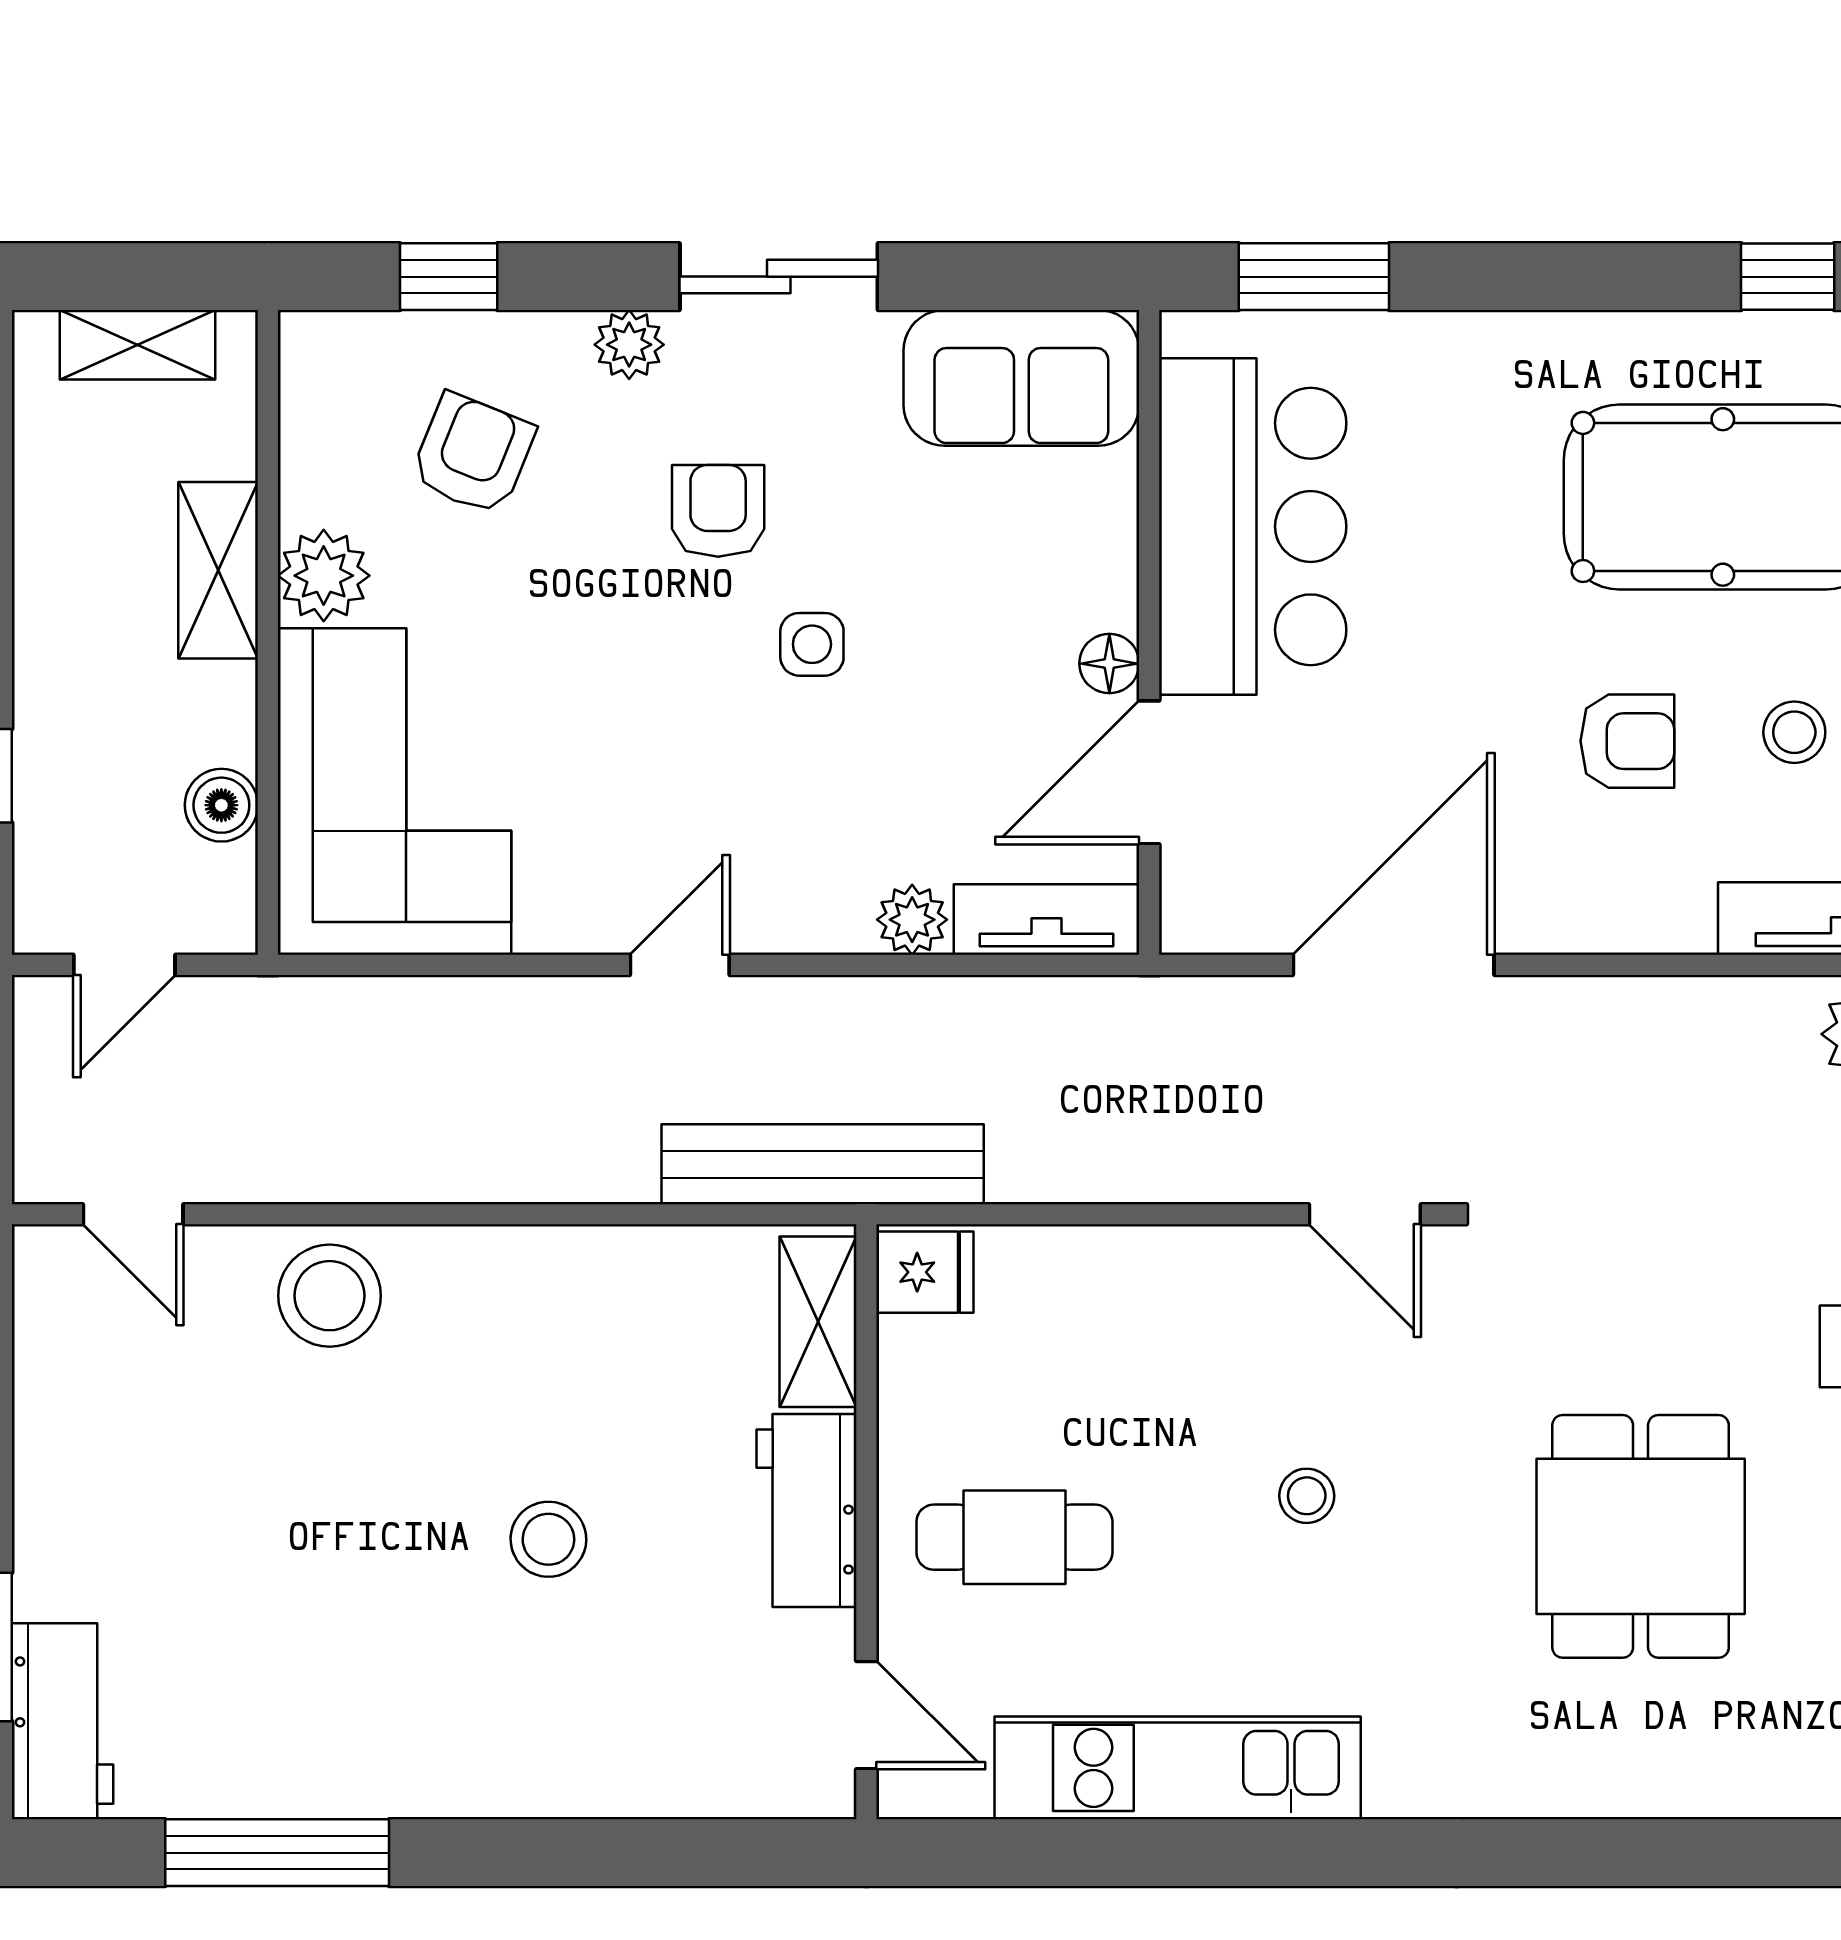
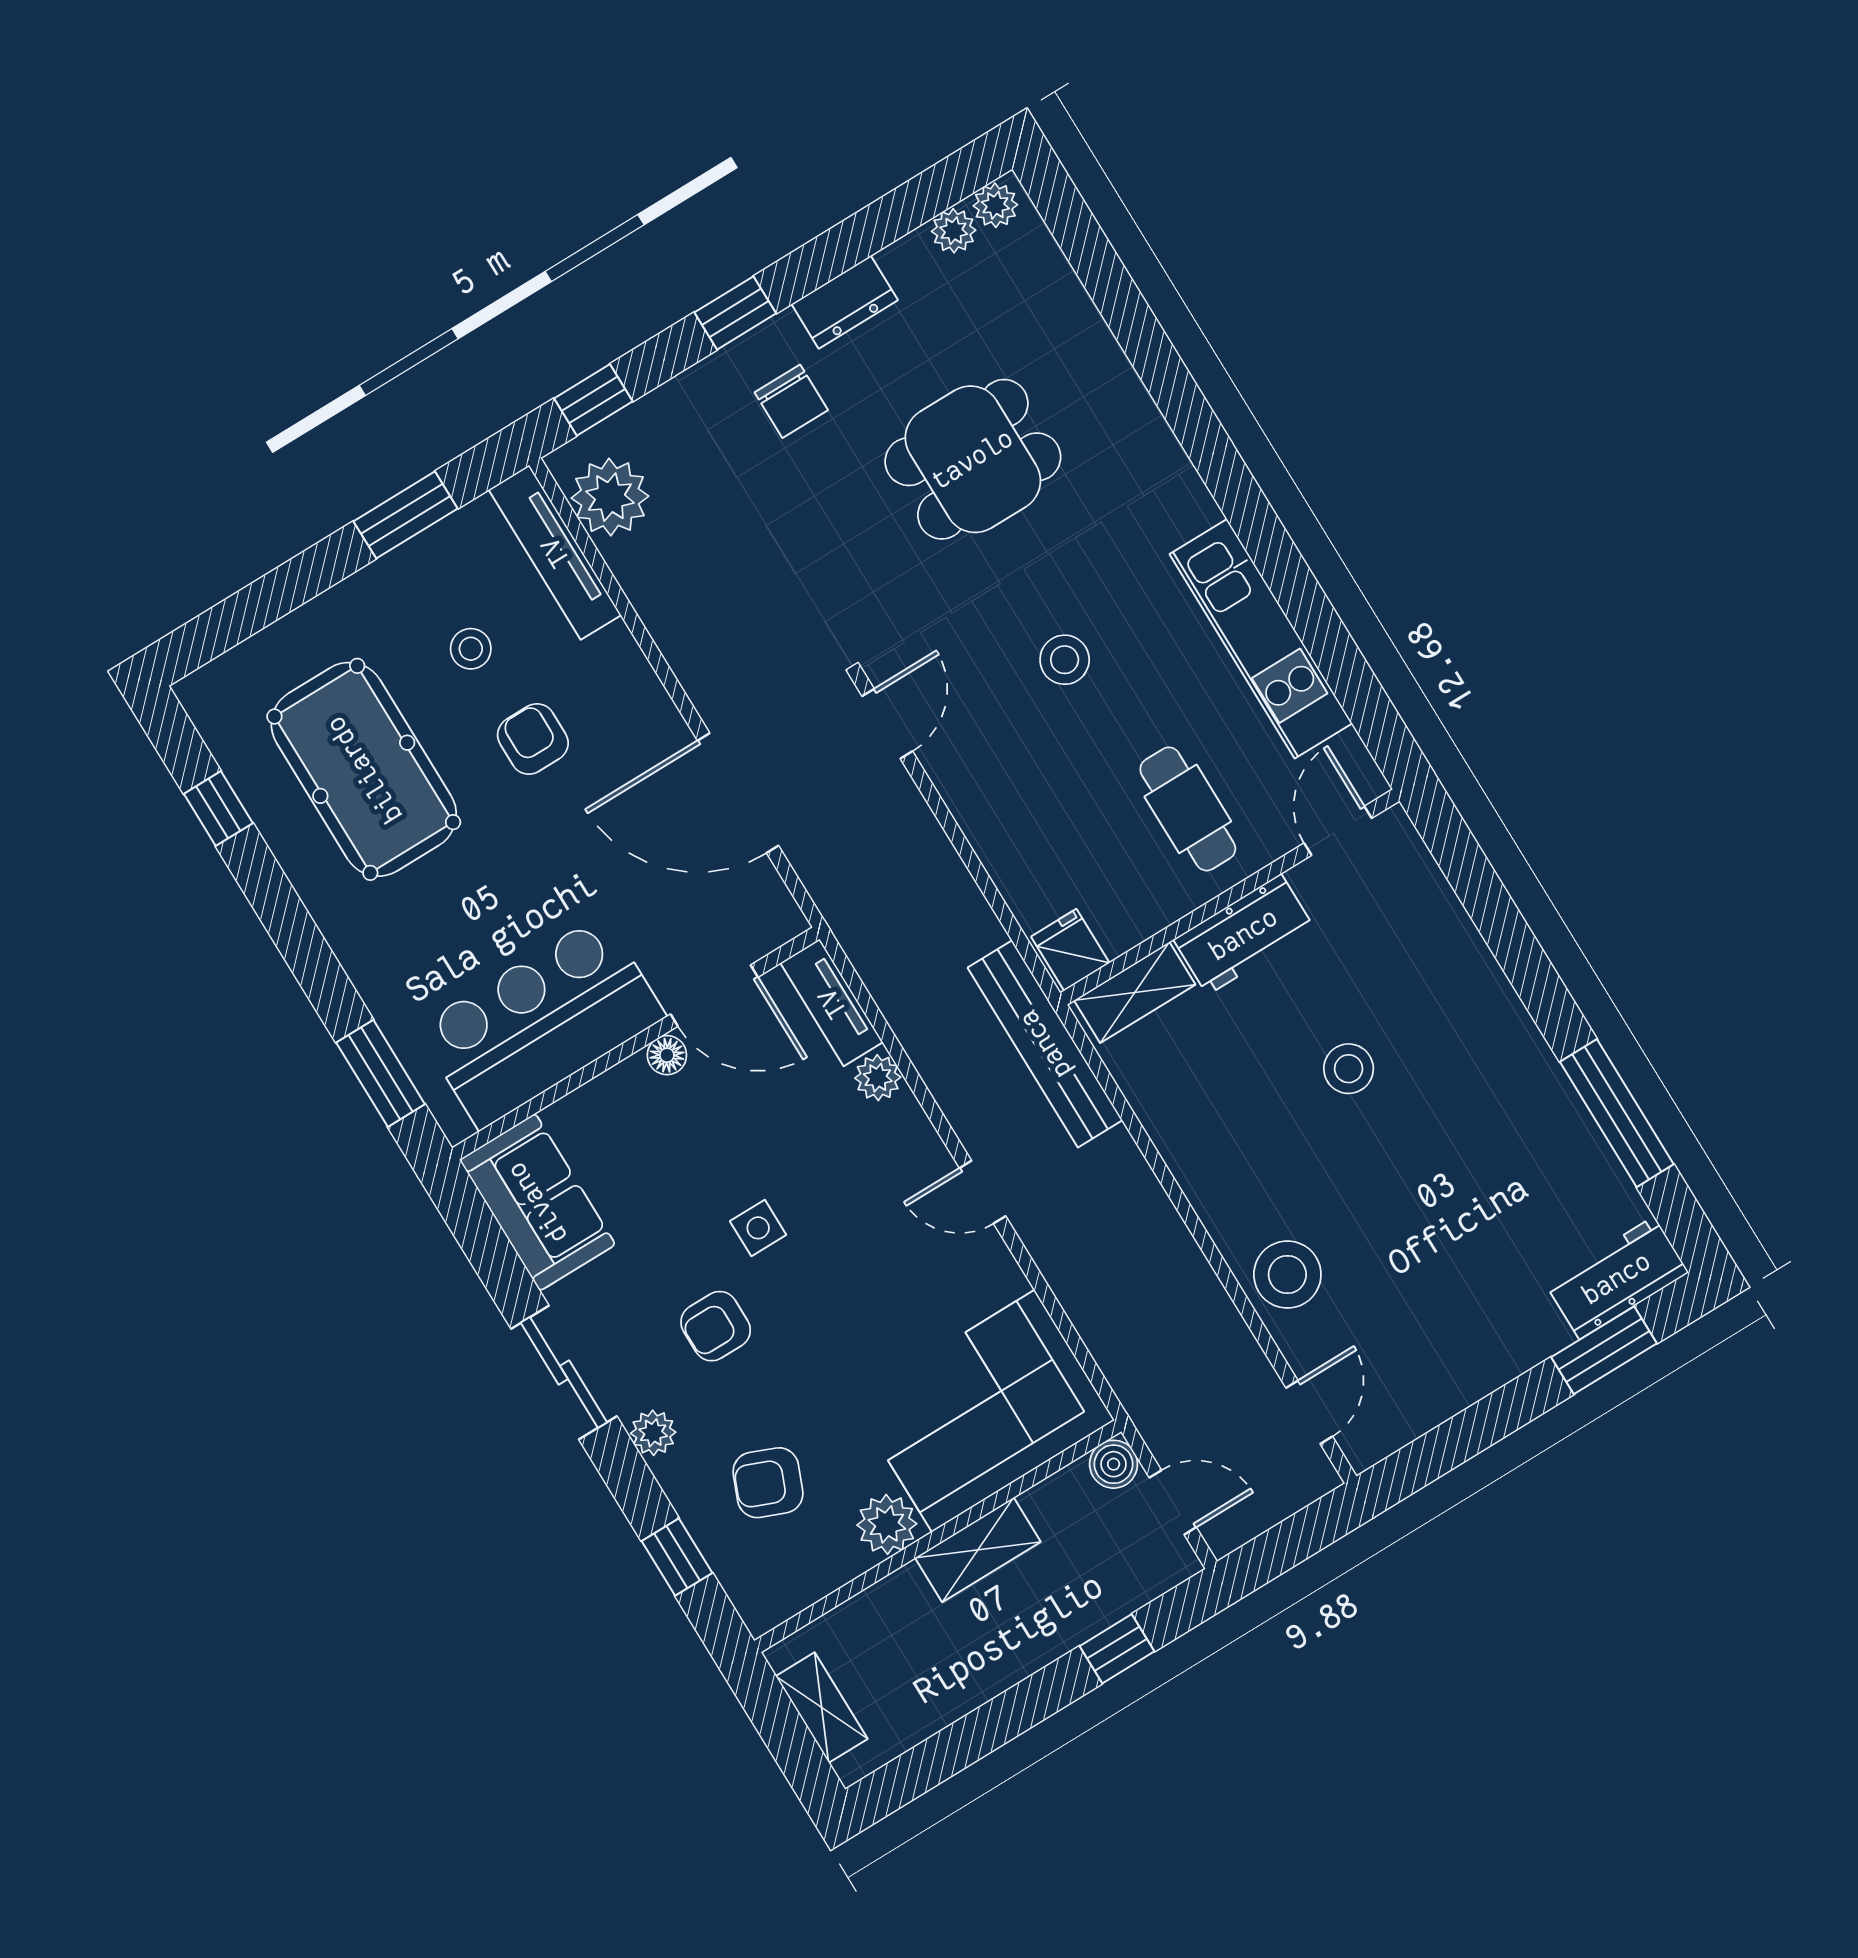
shelving: (218, 570) -> (978, 1550), moved
boiler: (221, 805) -> (1114, 1464), moved
stool: (1307, 1496) -> (1065, 660), width x1.37, depth x1.37

